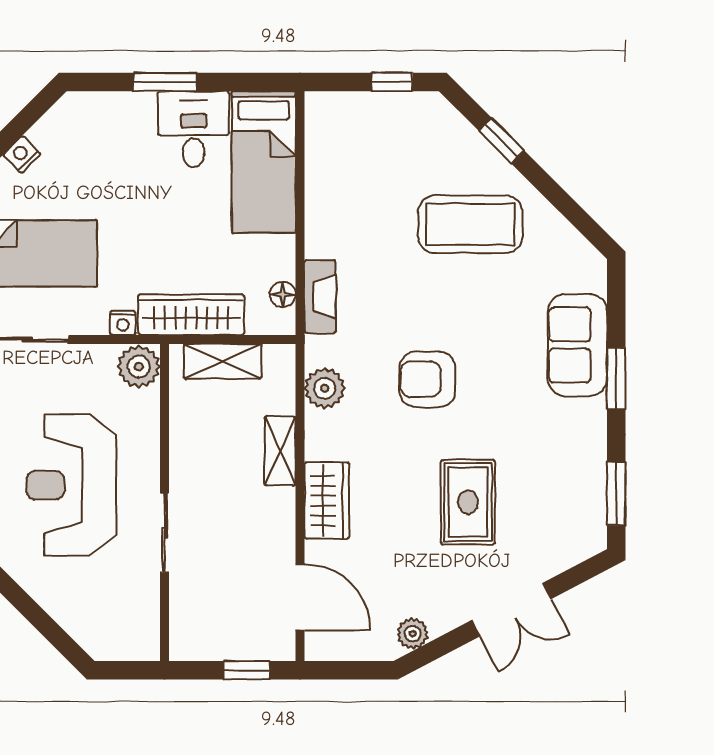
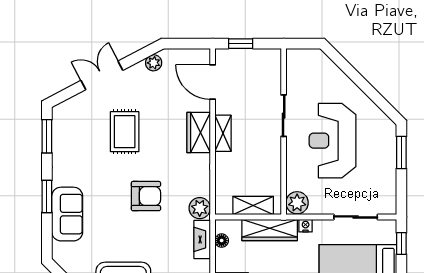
plant: (325, 388) -> (200, 208), moved
shelving: (280, 451) -> (223, 133), moved
reception desk: (71, 485) -> (332, 141), turned 180

